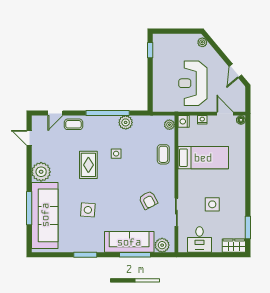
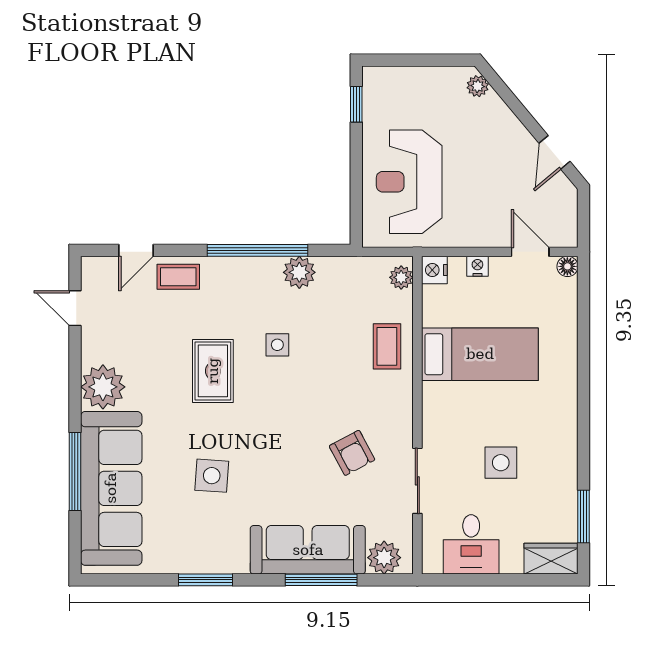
reception desk: (193, 83) -> (409, 182), moved

